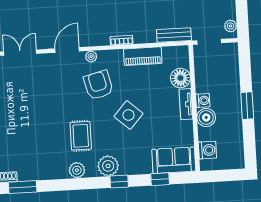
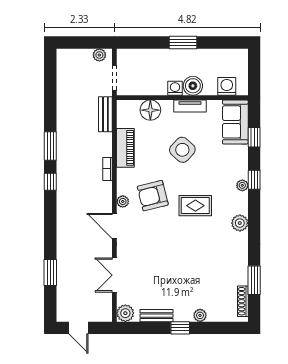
tv unit: (186, 104) -> (190, 106), moved
side table: (128, 115) -> (182, 150), moved
rug: (81, 136) -> (195, 206), moved
plant: (108, 166) -> (242, 185), width x0.53, depth x0.53

